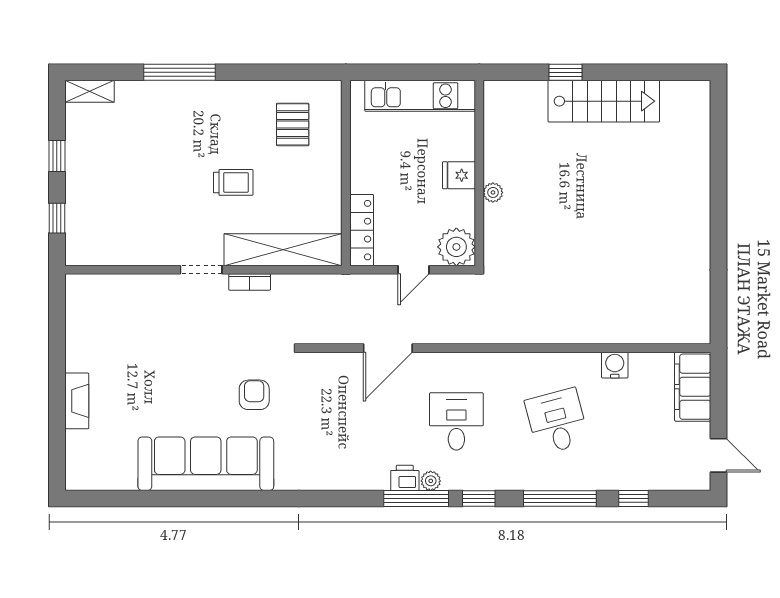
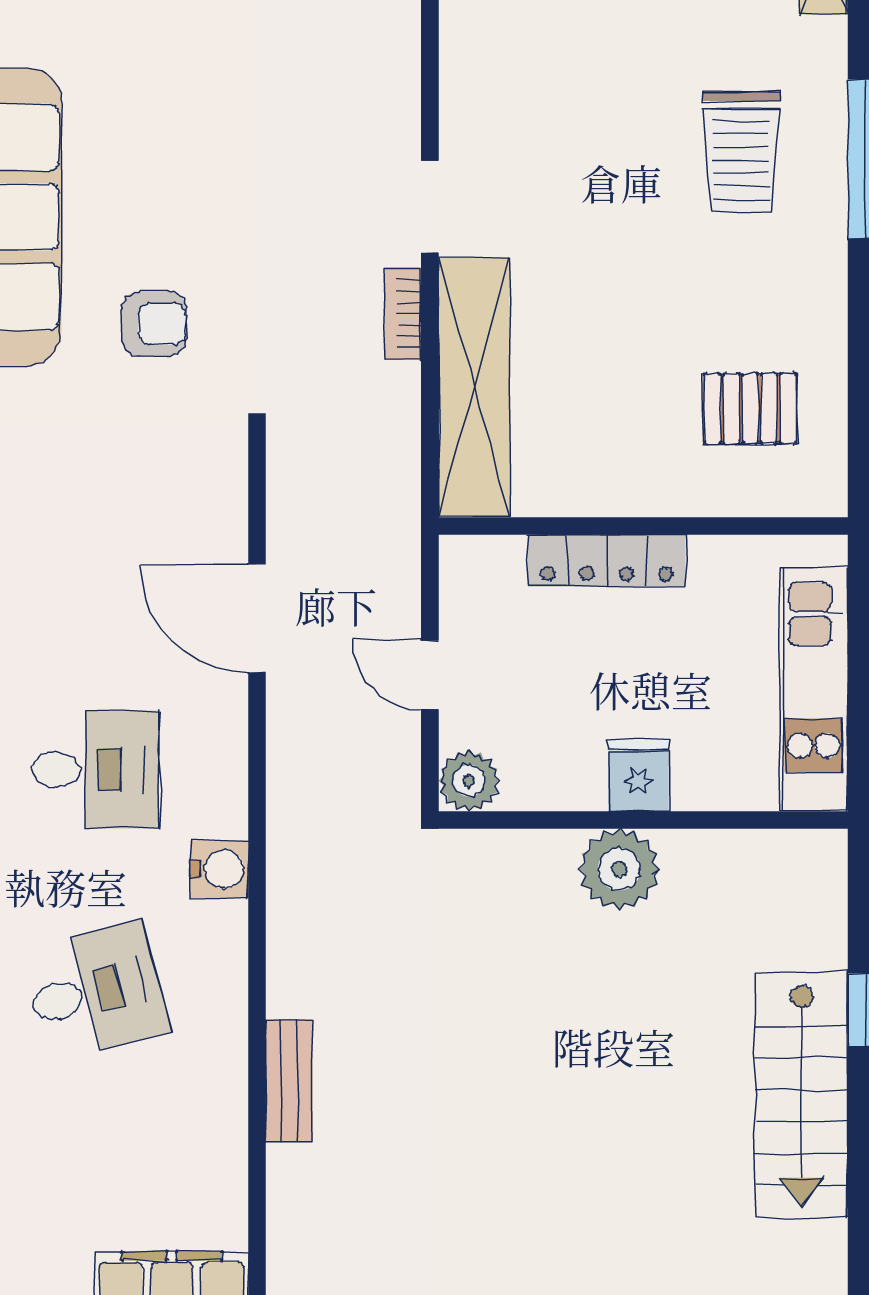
trolley: (233, 182) -> (741, 152), moved, width x1.36, depth x1.39
plant: (493, 192) -> (619, 869), width x1.88, depth x1.88
locker: (362, 230) -> (607, 561), moved
plant: (456, 247) -> (469, 781), width x0.73, depth x0.73
bench: (597, 334) -> (289, 1081), added
water cooler: (615, 365) -> (219, 869), moved

